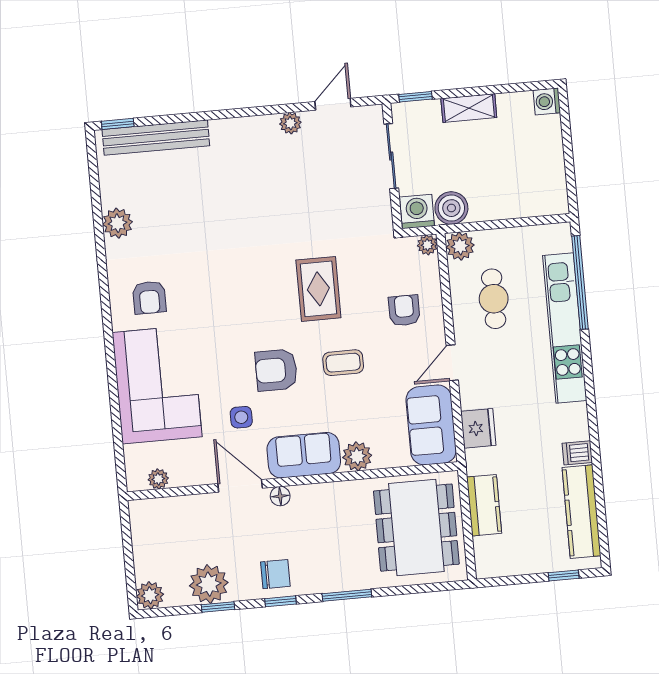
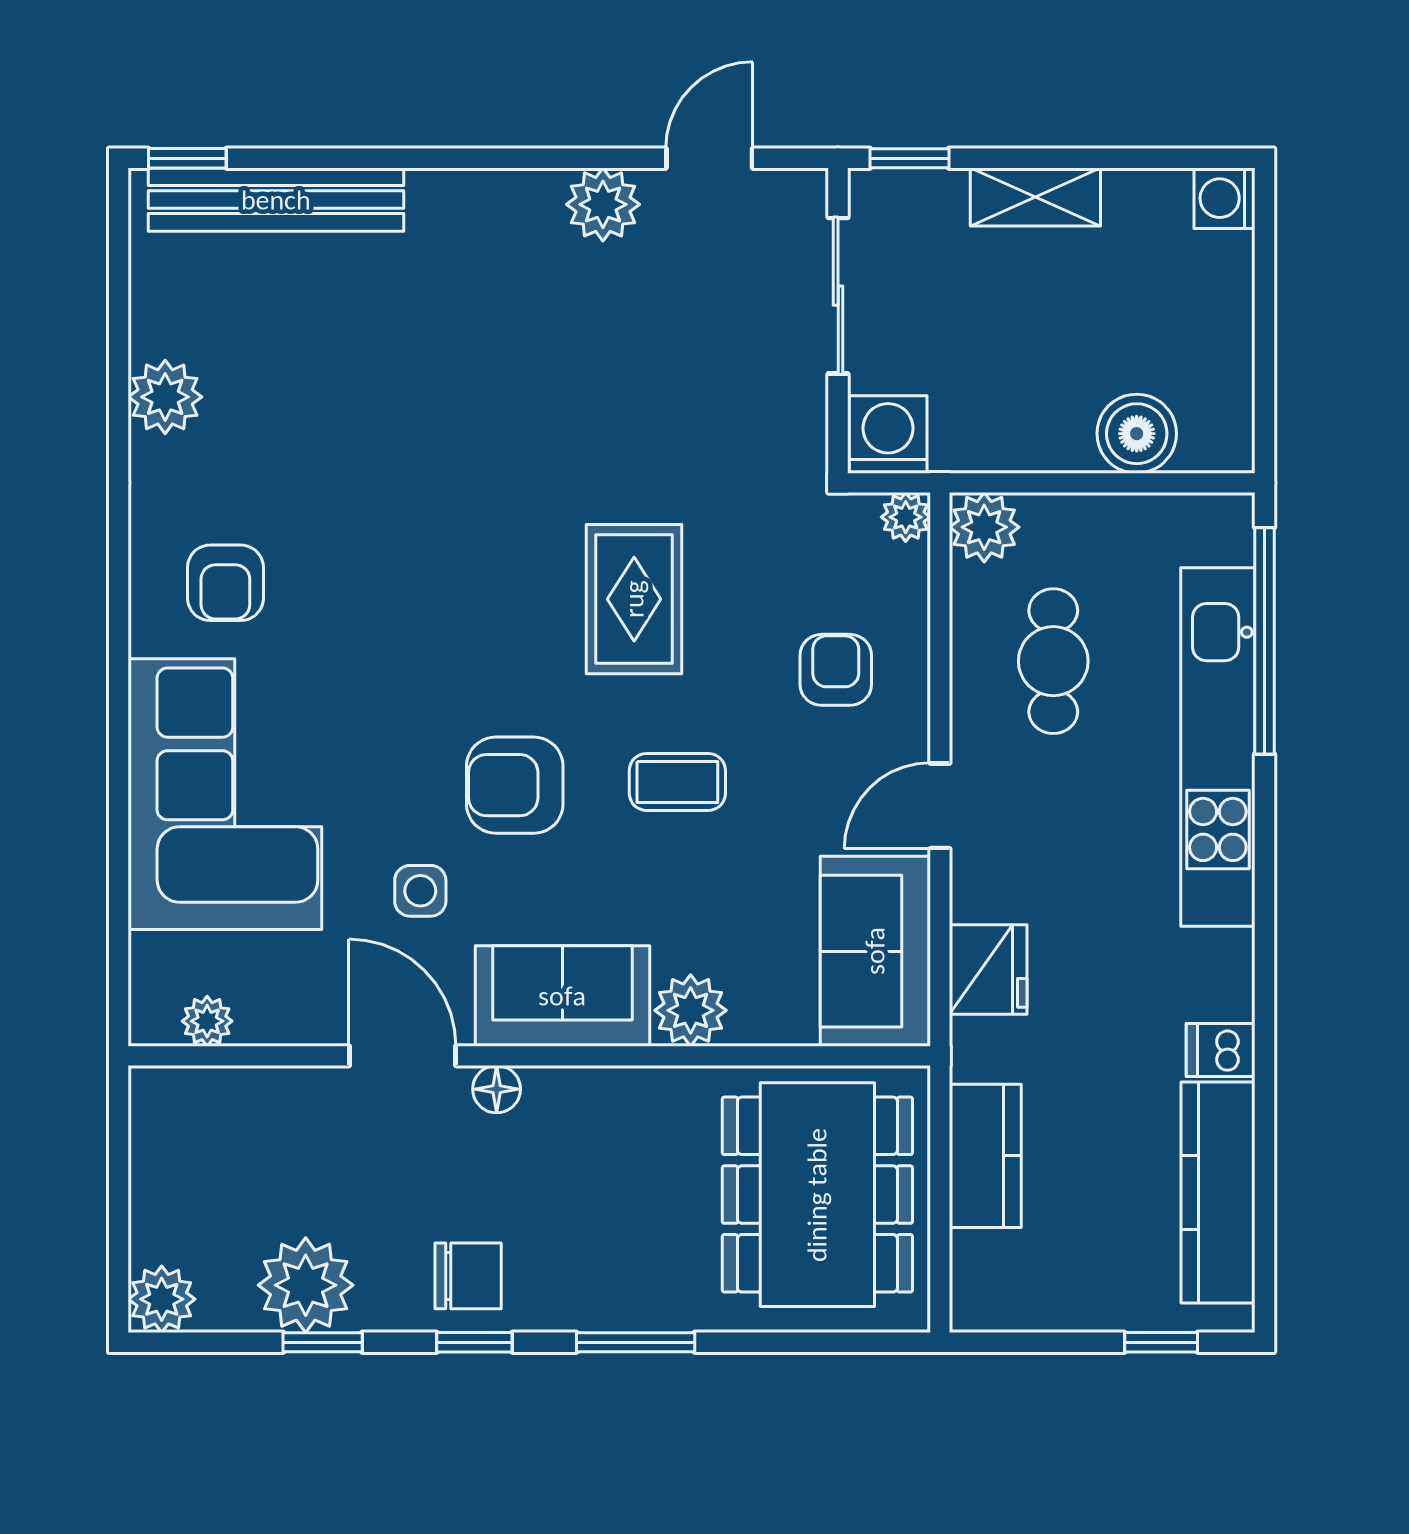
plant: (290, 123) -> (603, 204), width x1.38, depth x1.38
boiler: (451, 208) -> (1137, 434), moved

